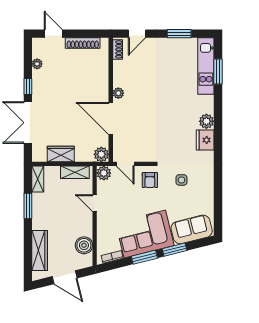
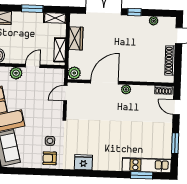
plant: (206, 121) -> (99, 164), removed
plant: (104, 173) -> (16, 73), moved
armchair: (150, 180) -> (50, 158), moved

